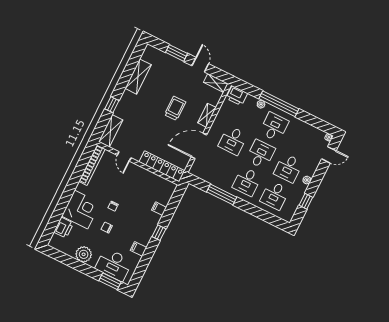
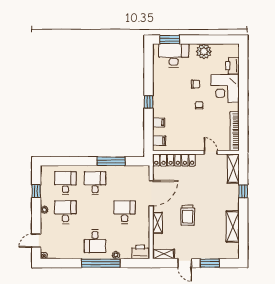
desk: (261, 154) -> (95, 212), removed
filing cabinet: (138, 249) -> (159, 141), moved

